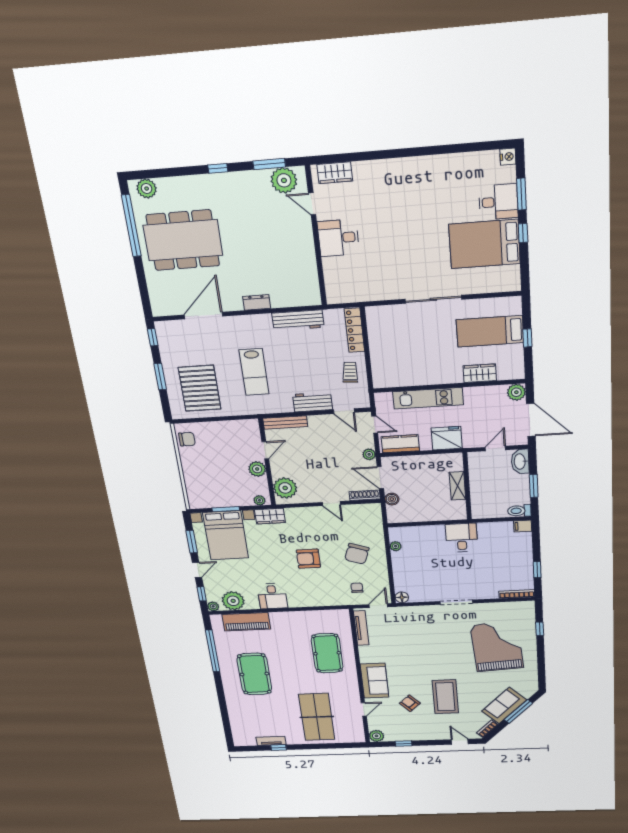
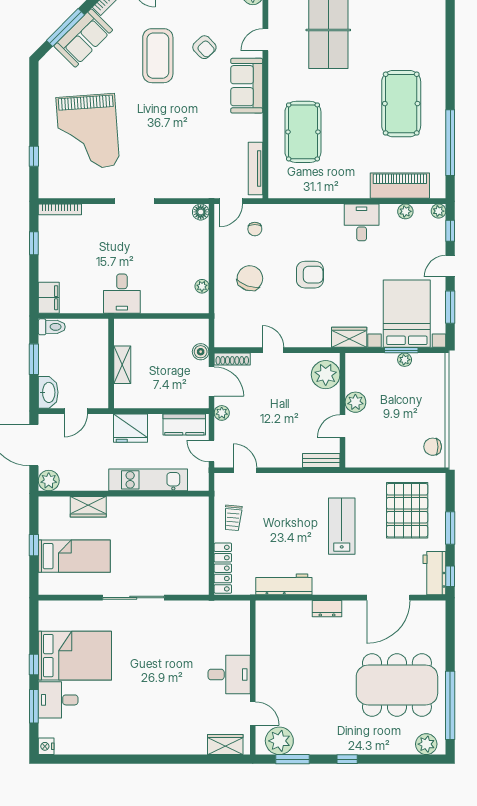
workbench: (313, 402) -> (434, 573), moved, turned 90
bench: (285, 422) -> (321, 460), width x0.73
plant: (259, 500) -> (405, 360), moved
filing cabinet: (523, 526) -> (49, 298), width x2.00
plant: (233, 601) -> (405, 211), width x0.53, depth x0.53

